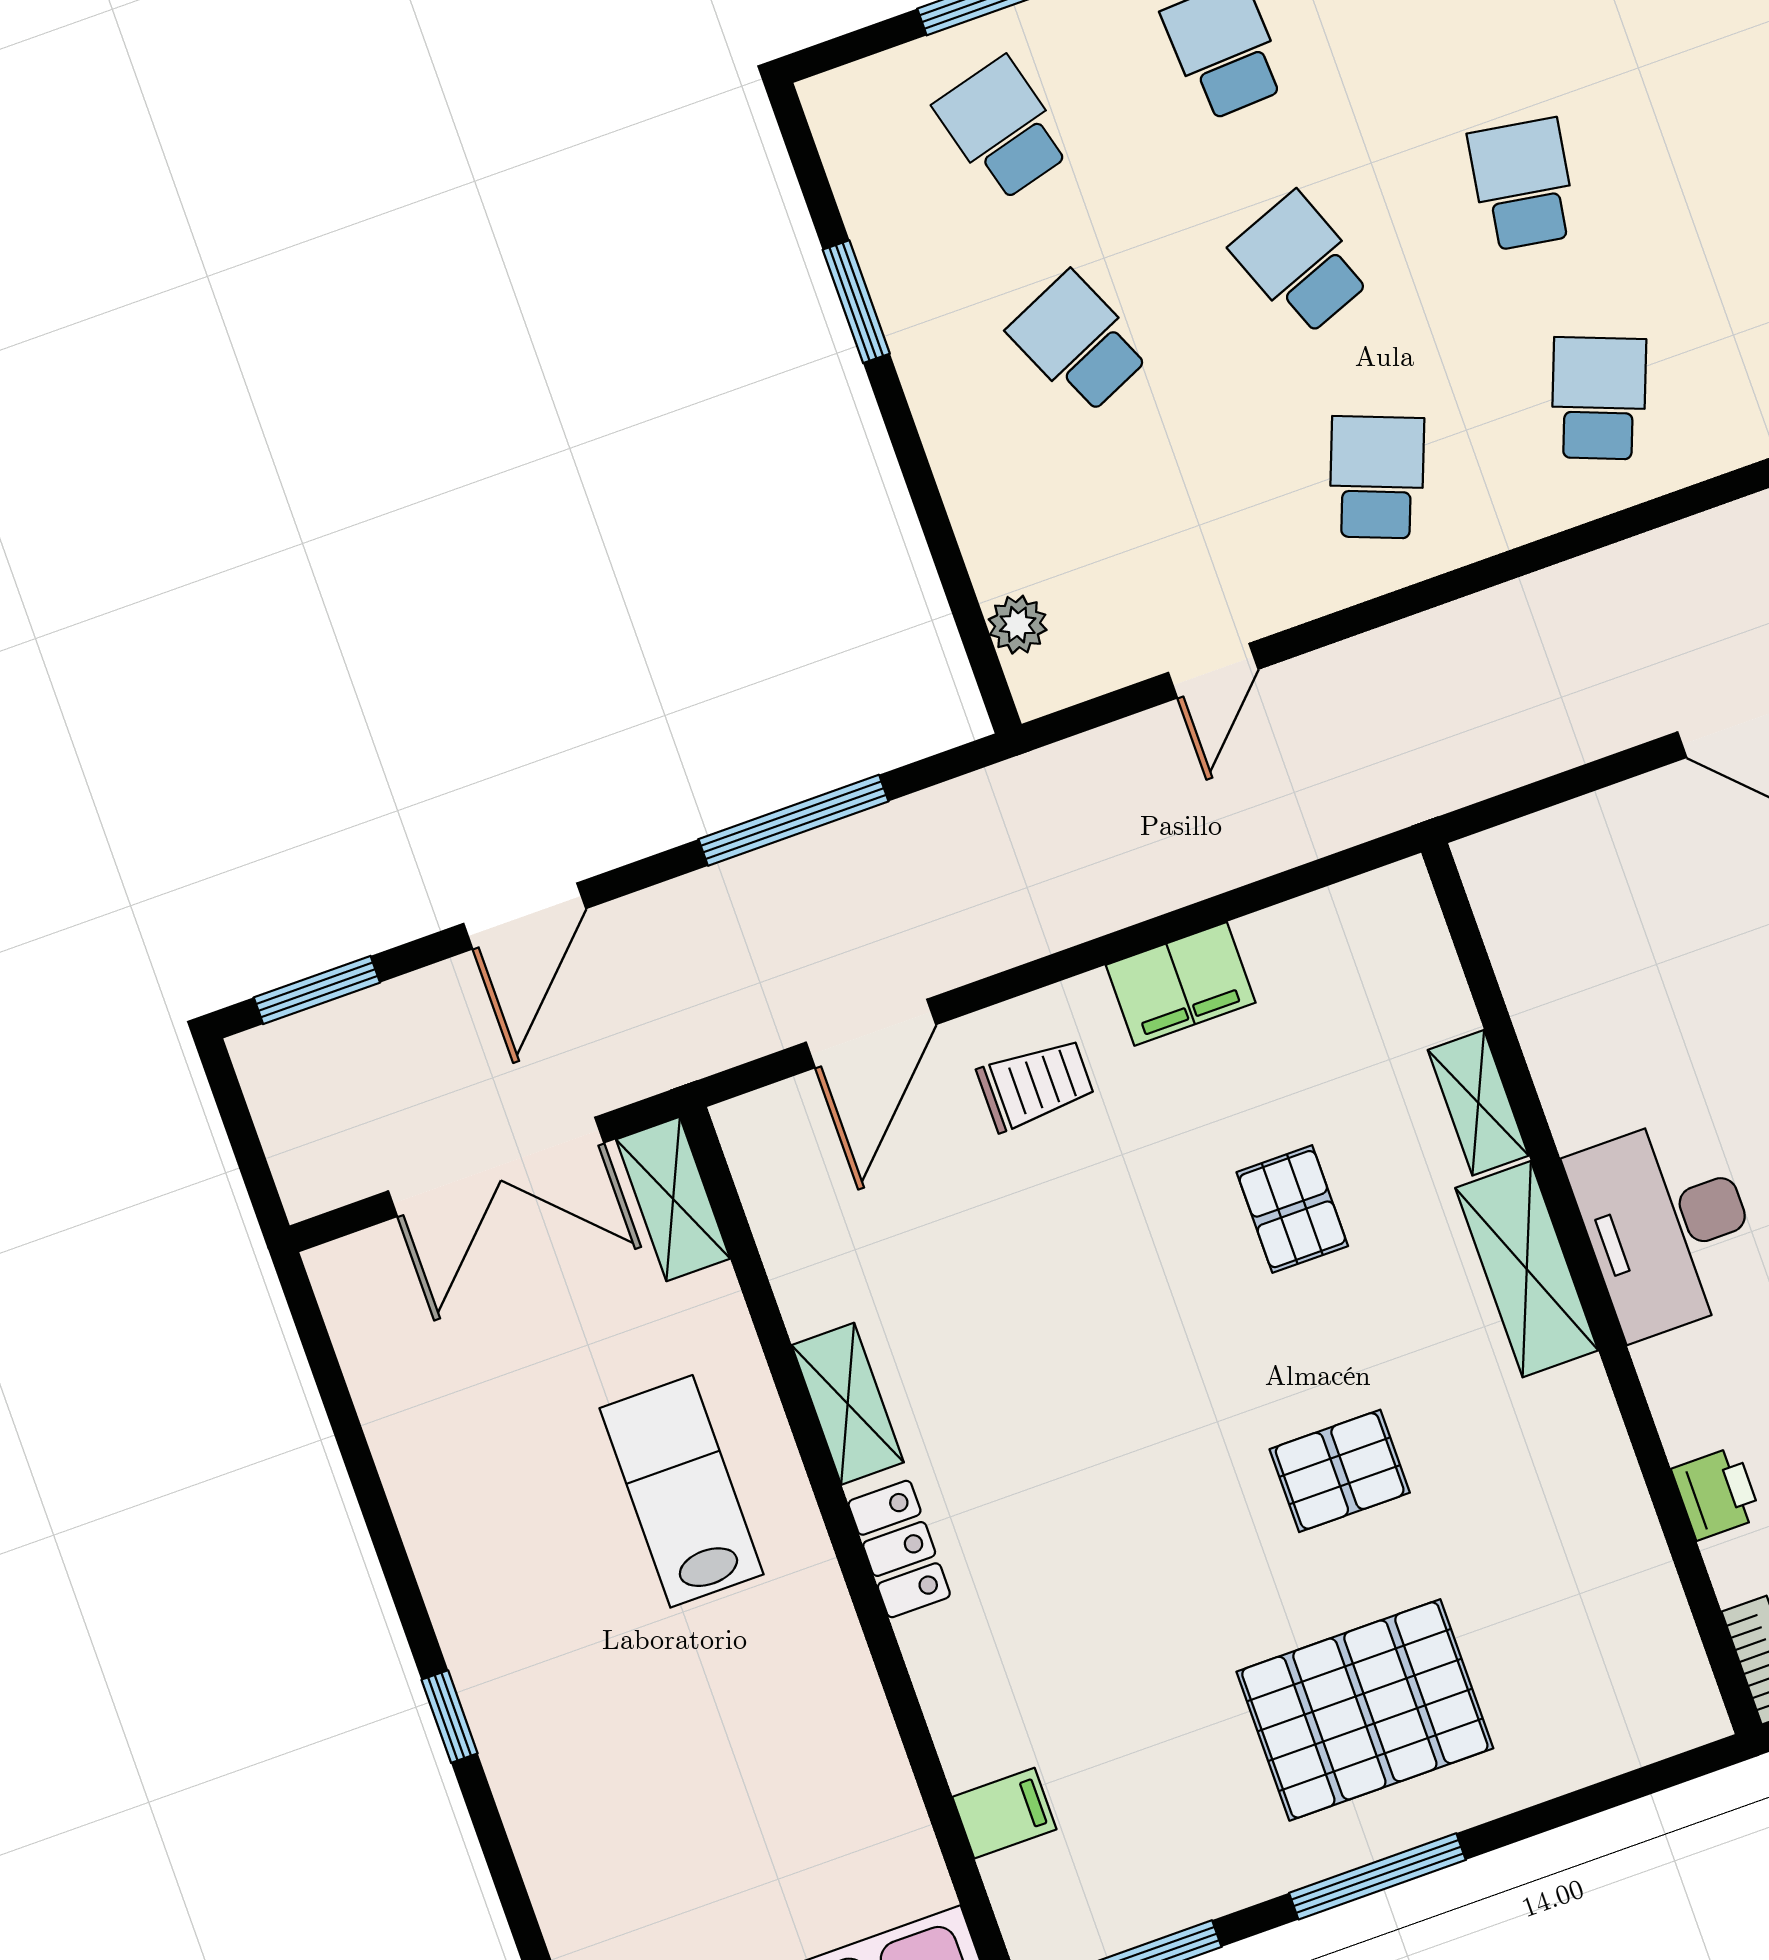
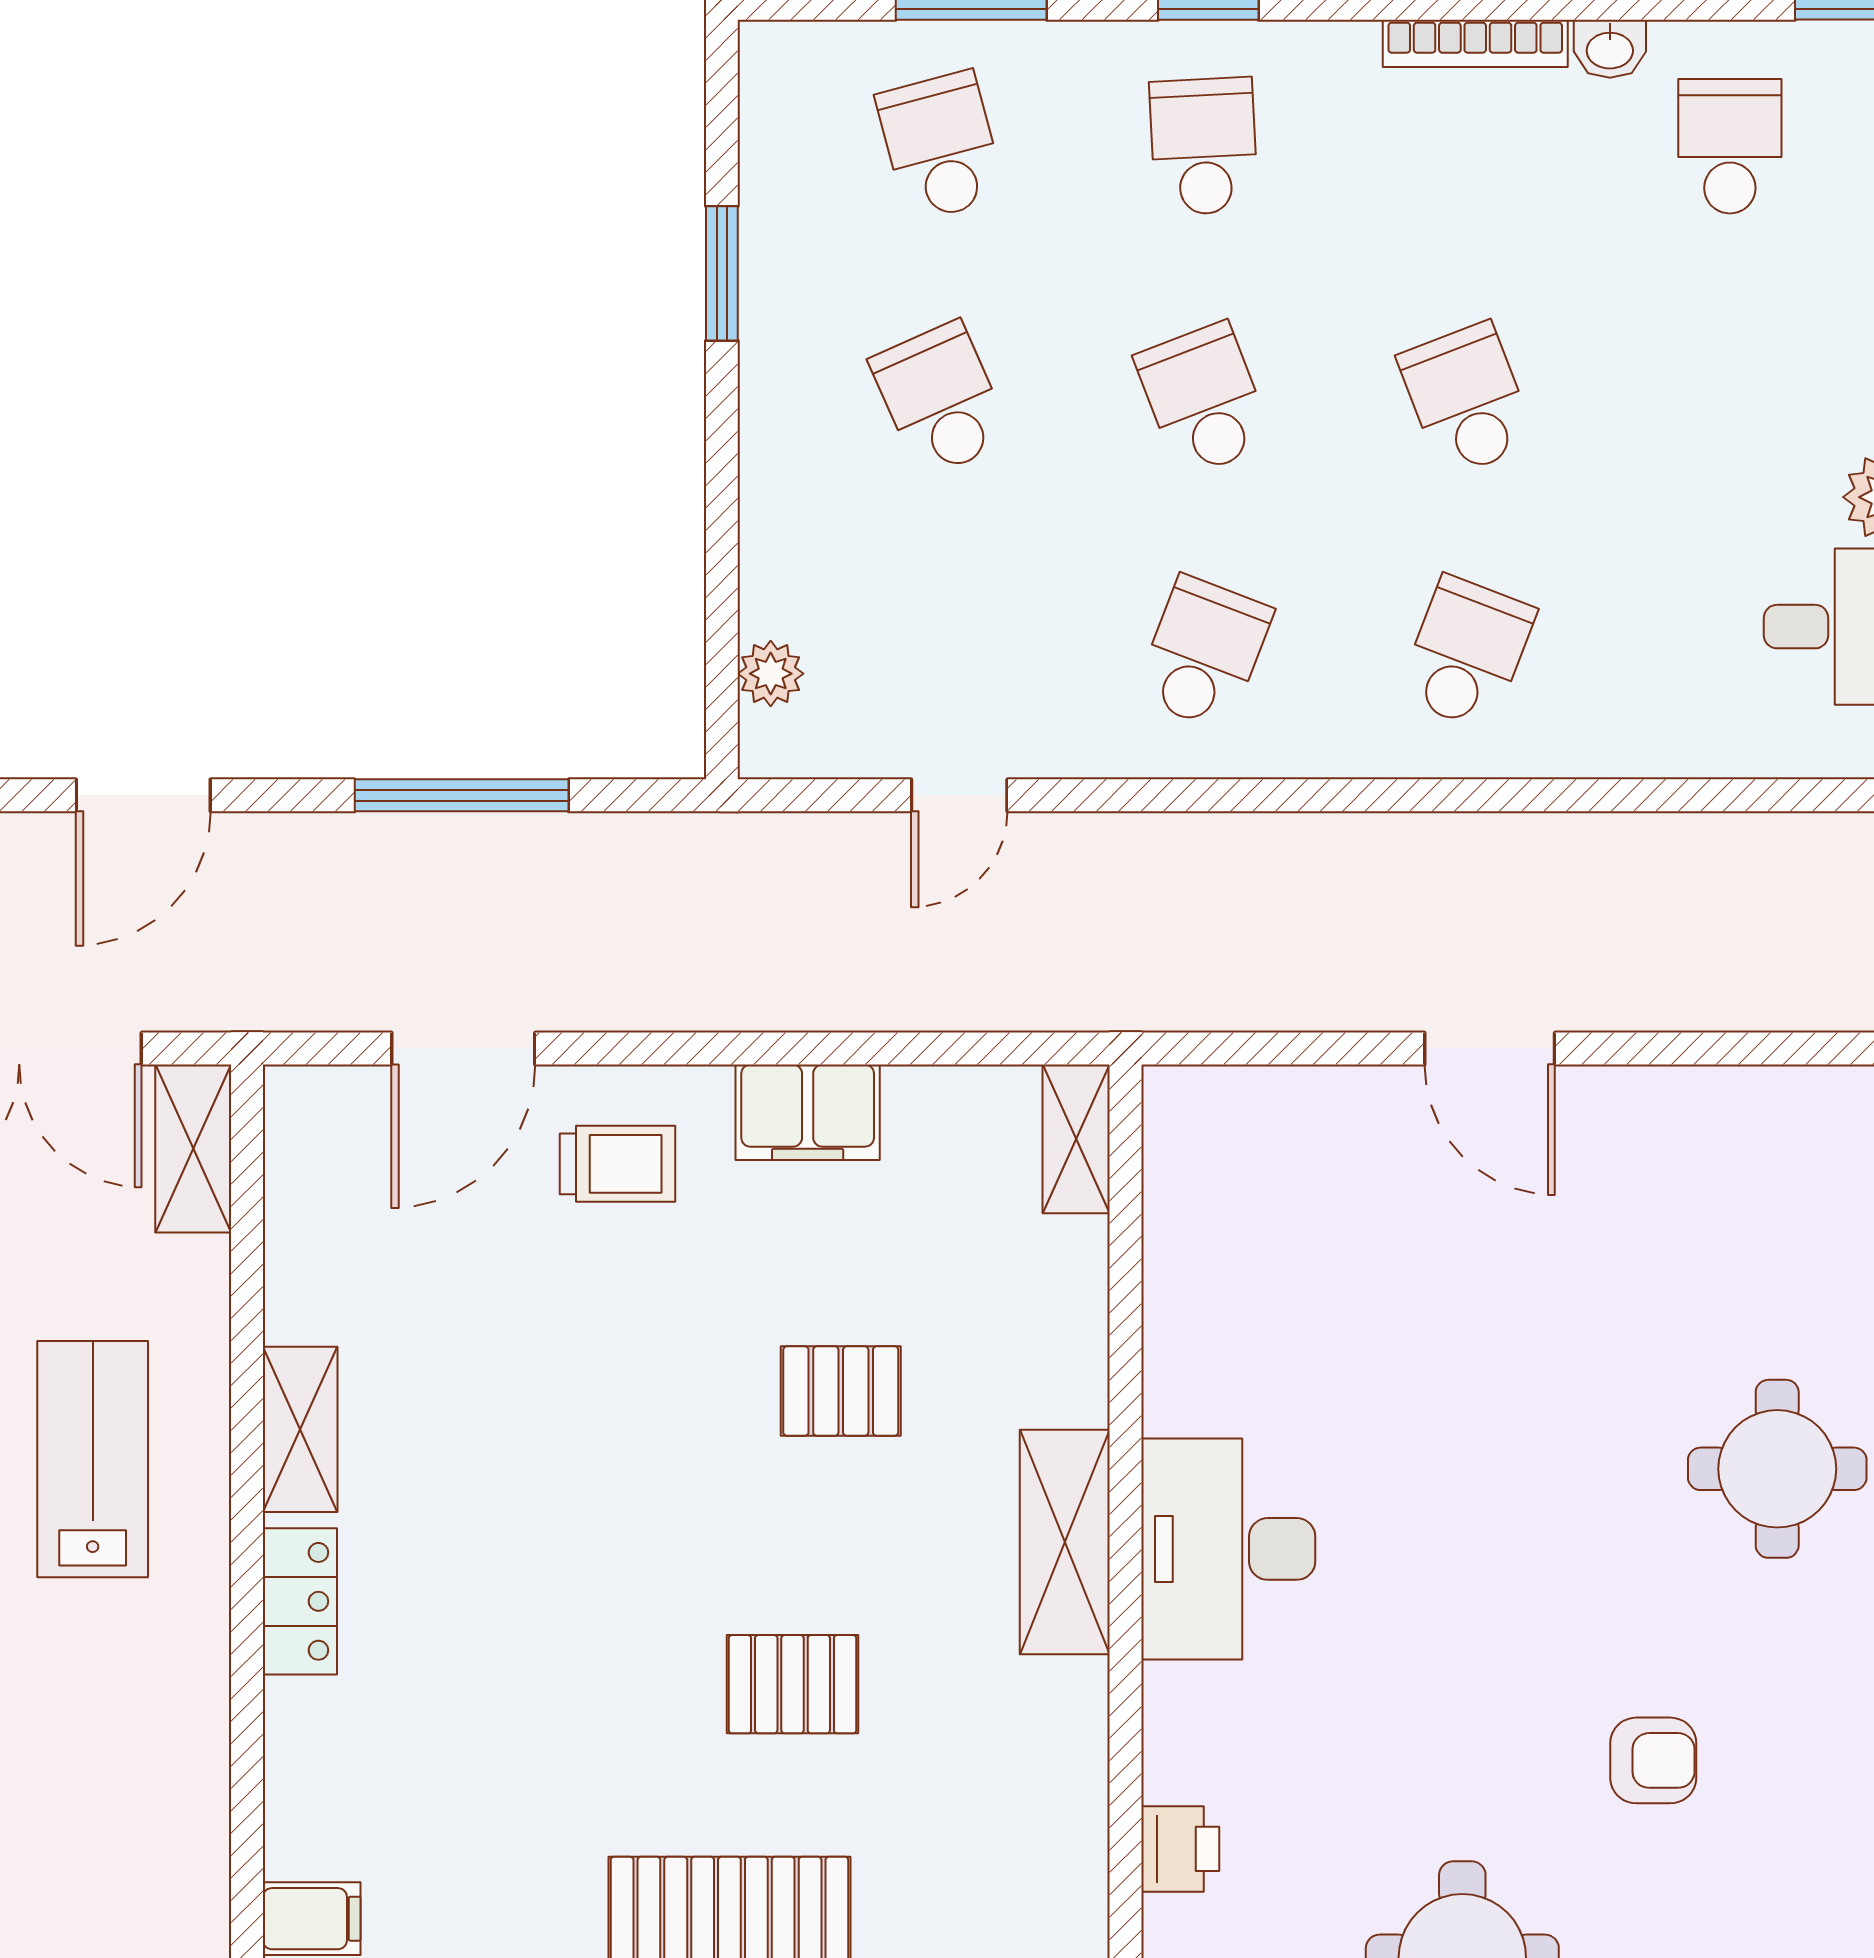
school desk: (1523, 184) -> (1467, 400), turned -30
shelving: (1478, 1103) -> (1076, 1139), moved
pallet: (1292, 1209) -> (841, 1391), turned 90

